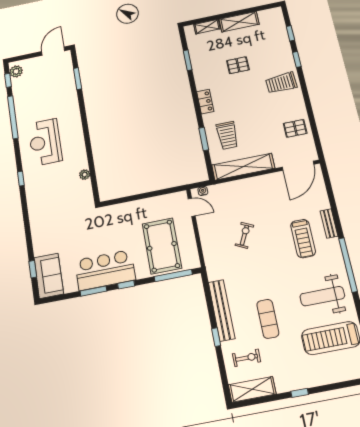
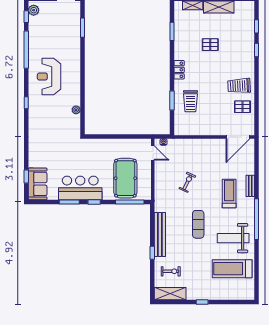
trolley: (281, 83) -> (239, 86), moved
shelving: (243, 167) -> (197, 129), removed
treadmill: (303, 239) -> (229, 193), turned 180
exercise mat: (268, 319) -> (198, 224), moved

